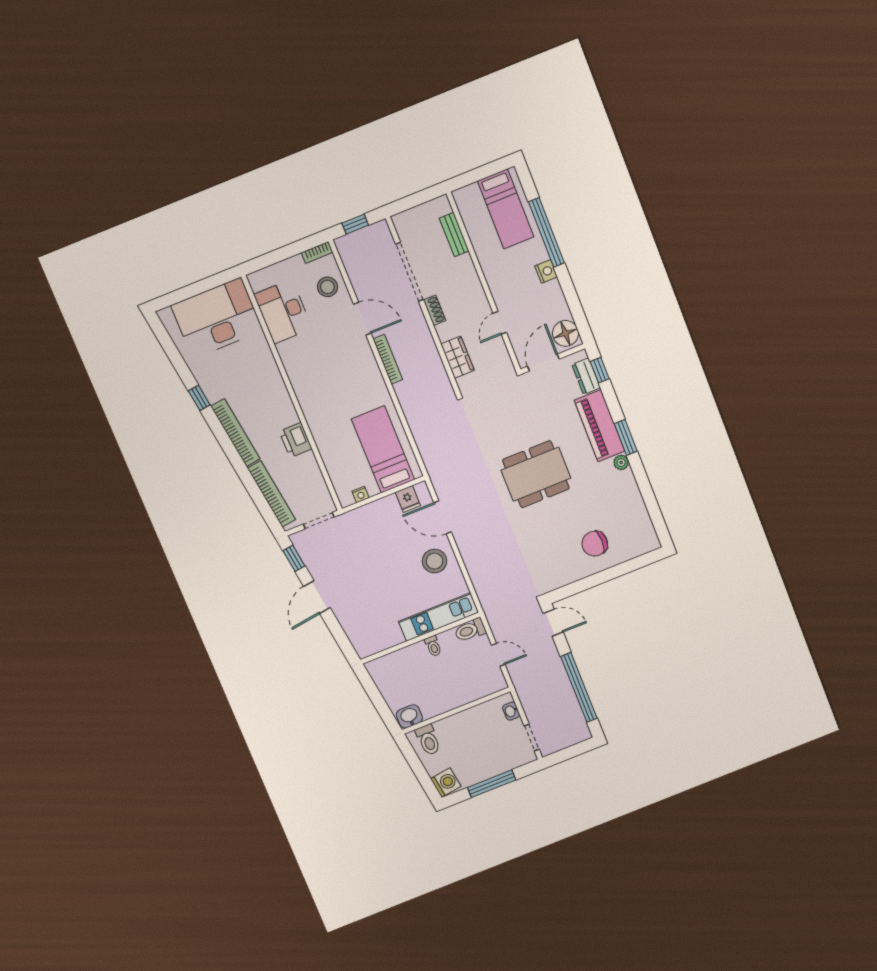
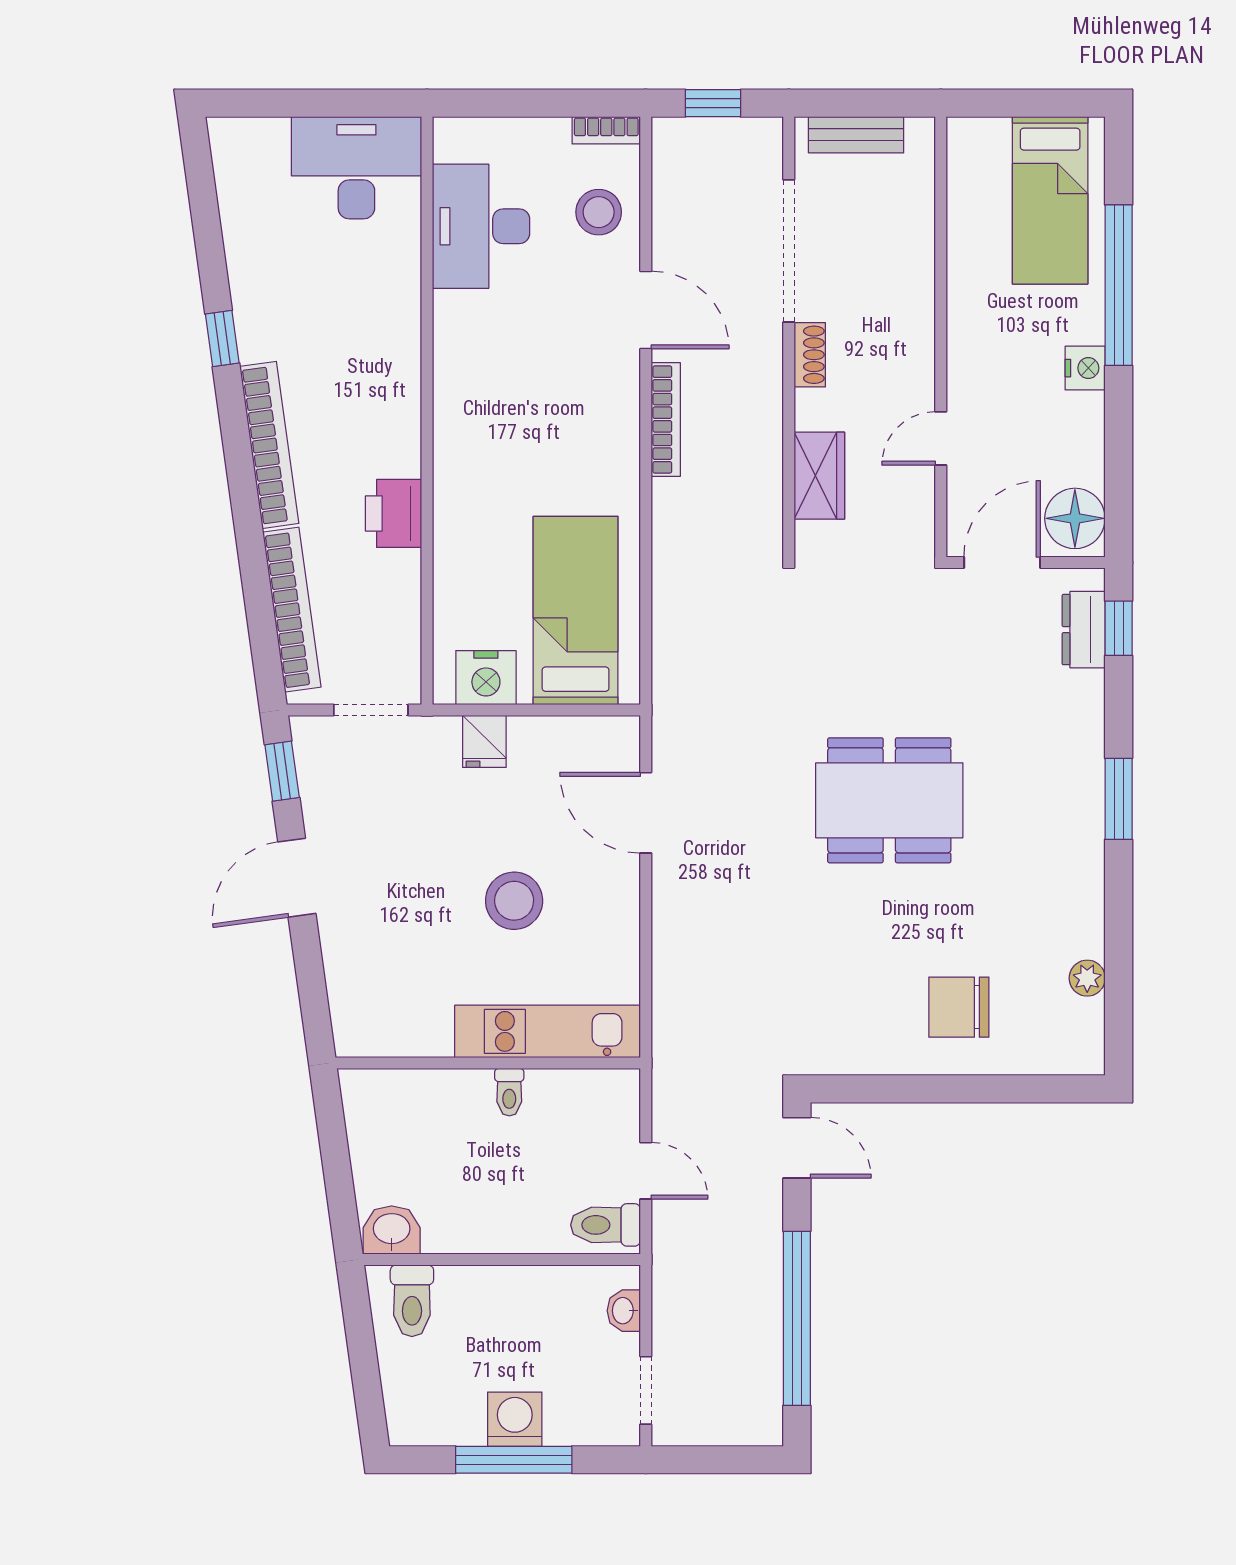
bench: (454, 235) -> (856, 135), moved, turned 90
desk: (217, 318) -> (356, 168), width x0.73, depth x0.77
piano: (600, 426) -> (1071, 750), removed
plant: (621, 462) -> (1087, 978), moved
nightstand: (360, 494) -> (486, 678), width x1.89, depth x1.79
fridge: (408, 499) -> (484, 741), moved
stool: (434, 561) -> (514, 901), moved
toilet: (470, 630) -> (606, 1225), moved
washing machine: (446, 783) -> (515, 1419), moved, turned -82

